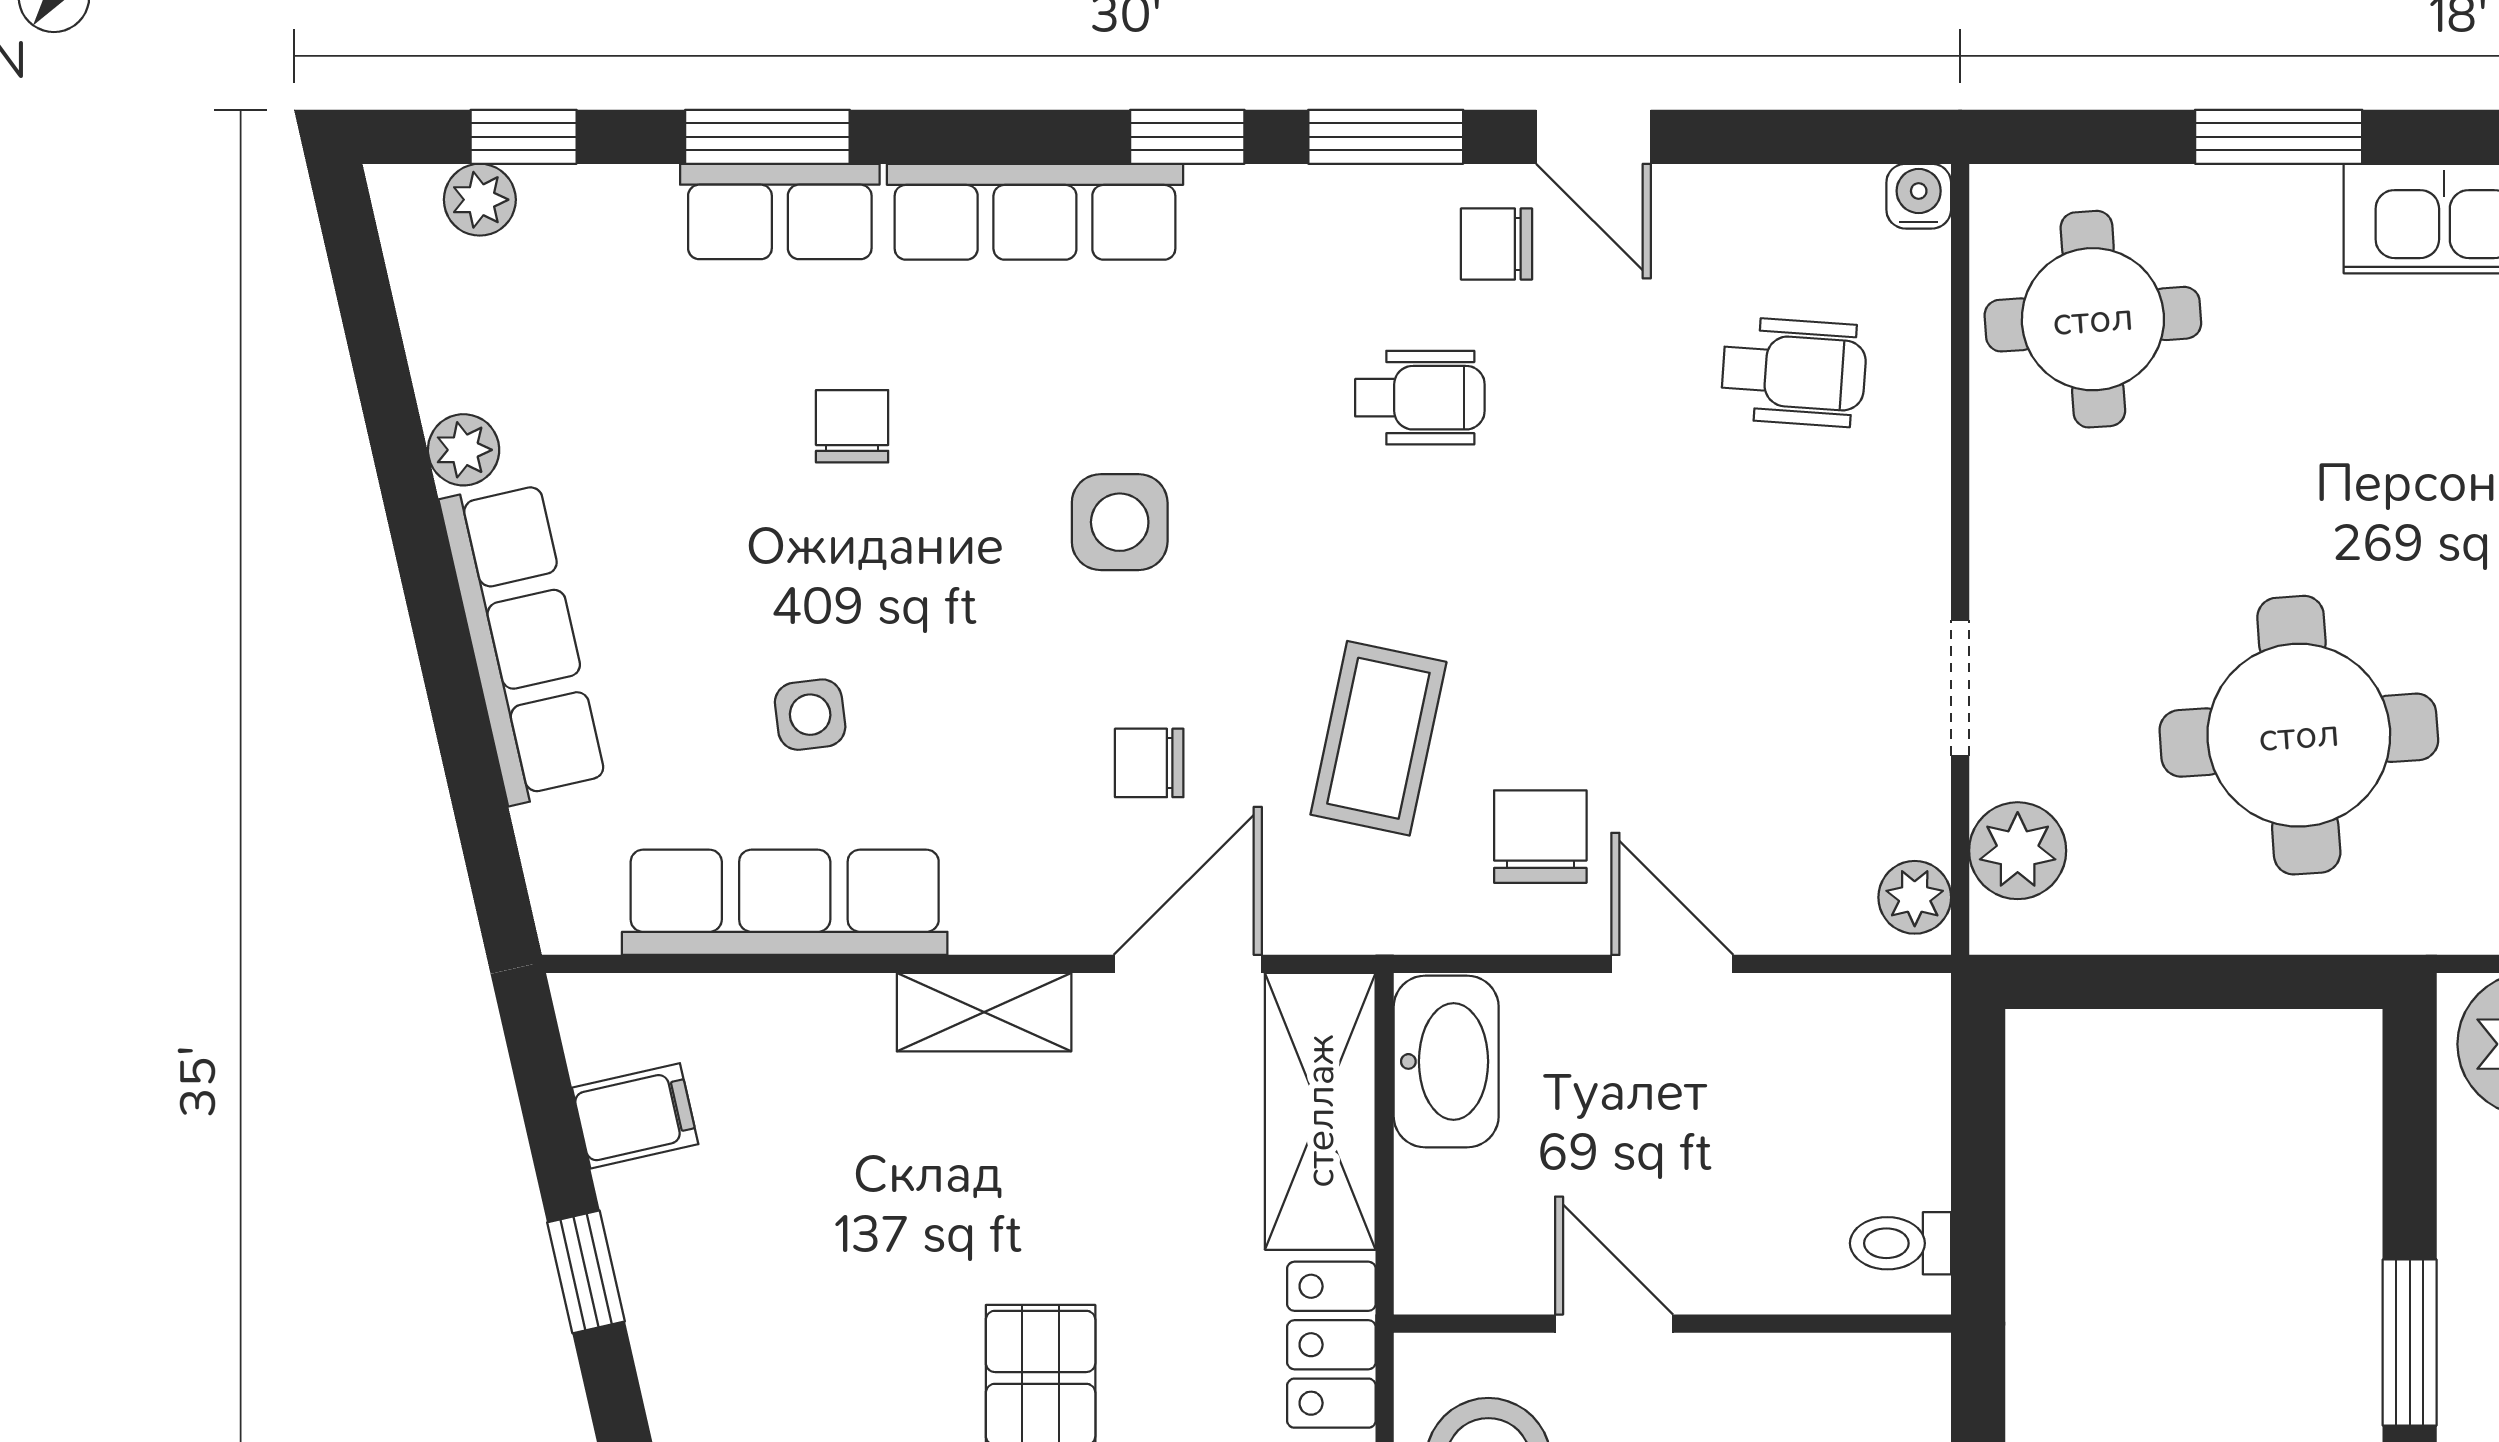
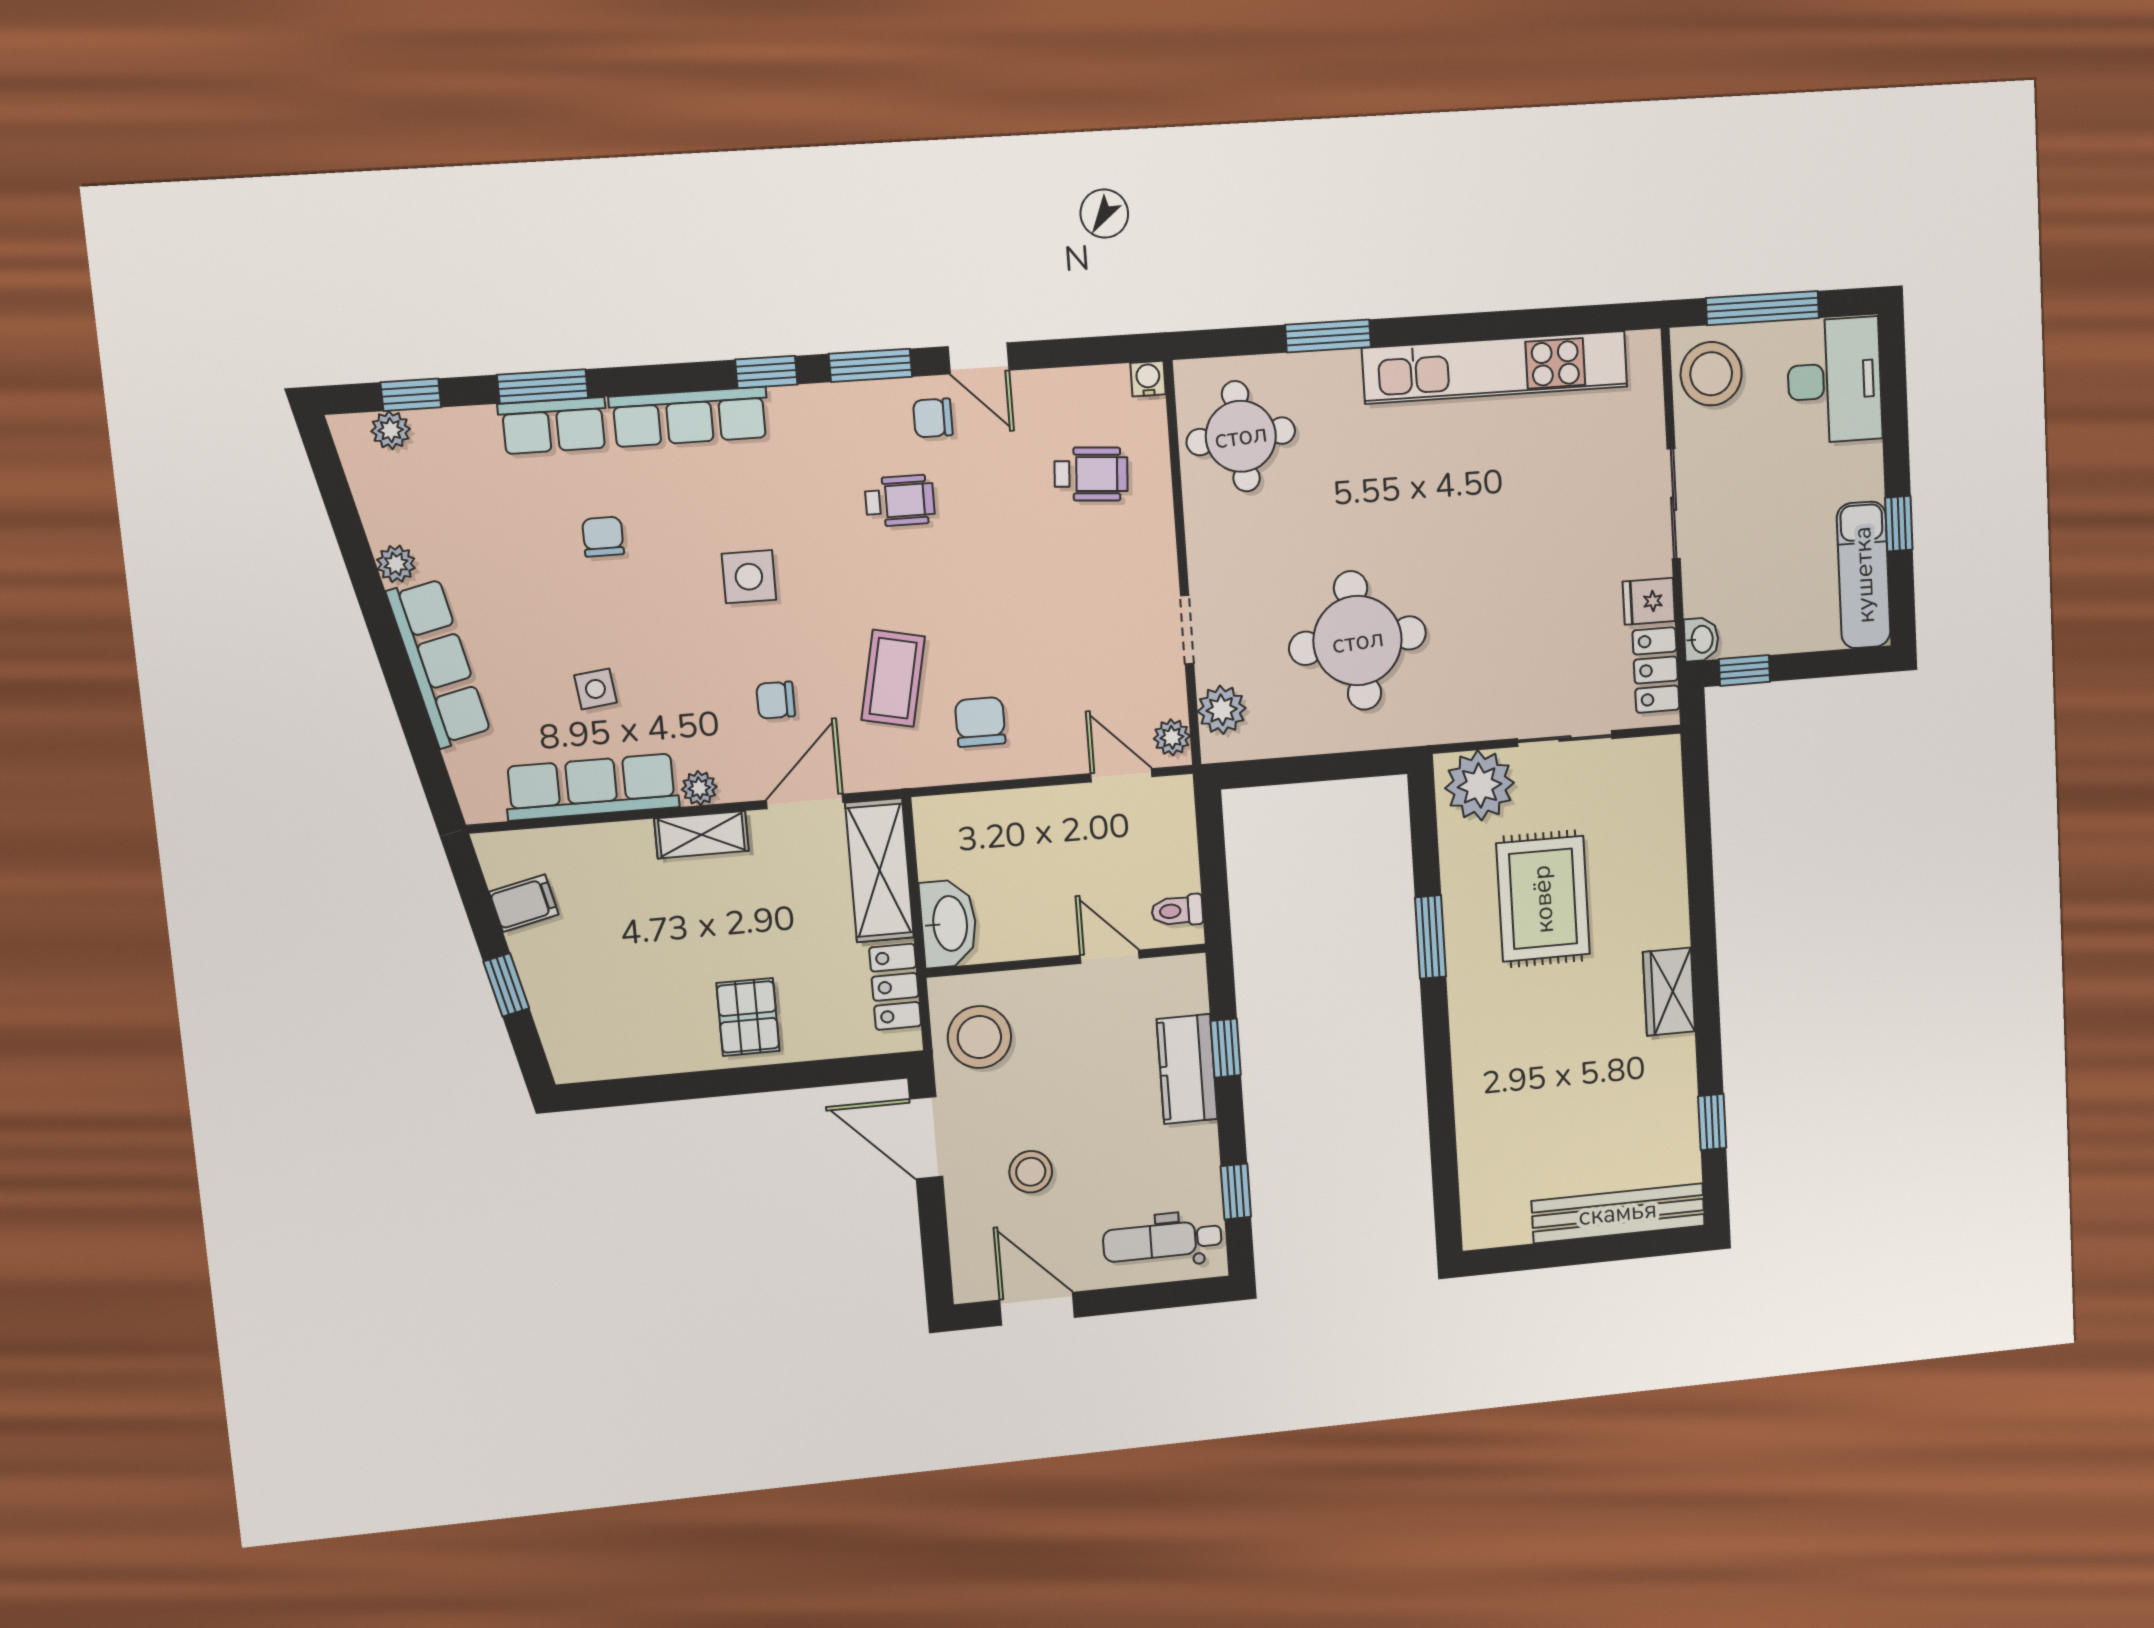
plant: (988, 921) -> (699, 788), added
door: (1672, 964) -> (1121, 775), moved
washbasin: (1446, 1061) -> (949, 924), moved
door: (1614, 1324) -> (1110, 957), moved

